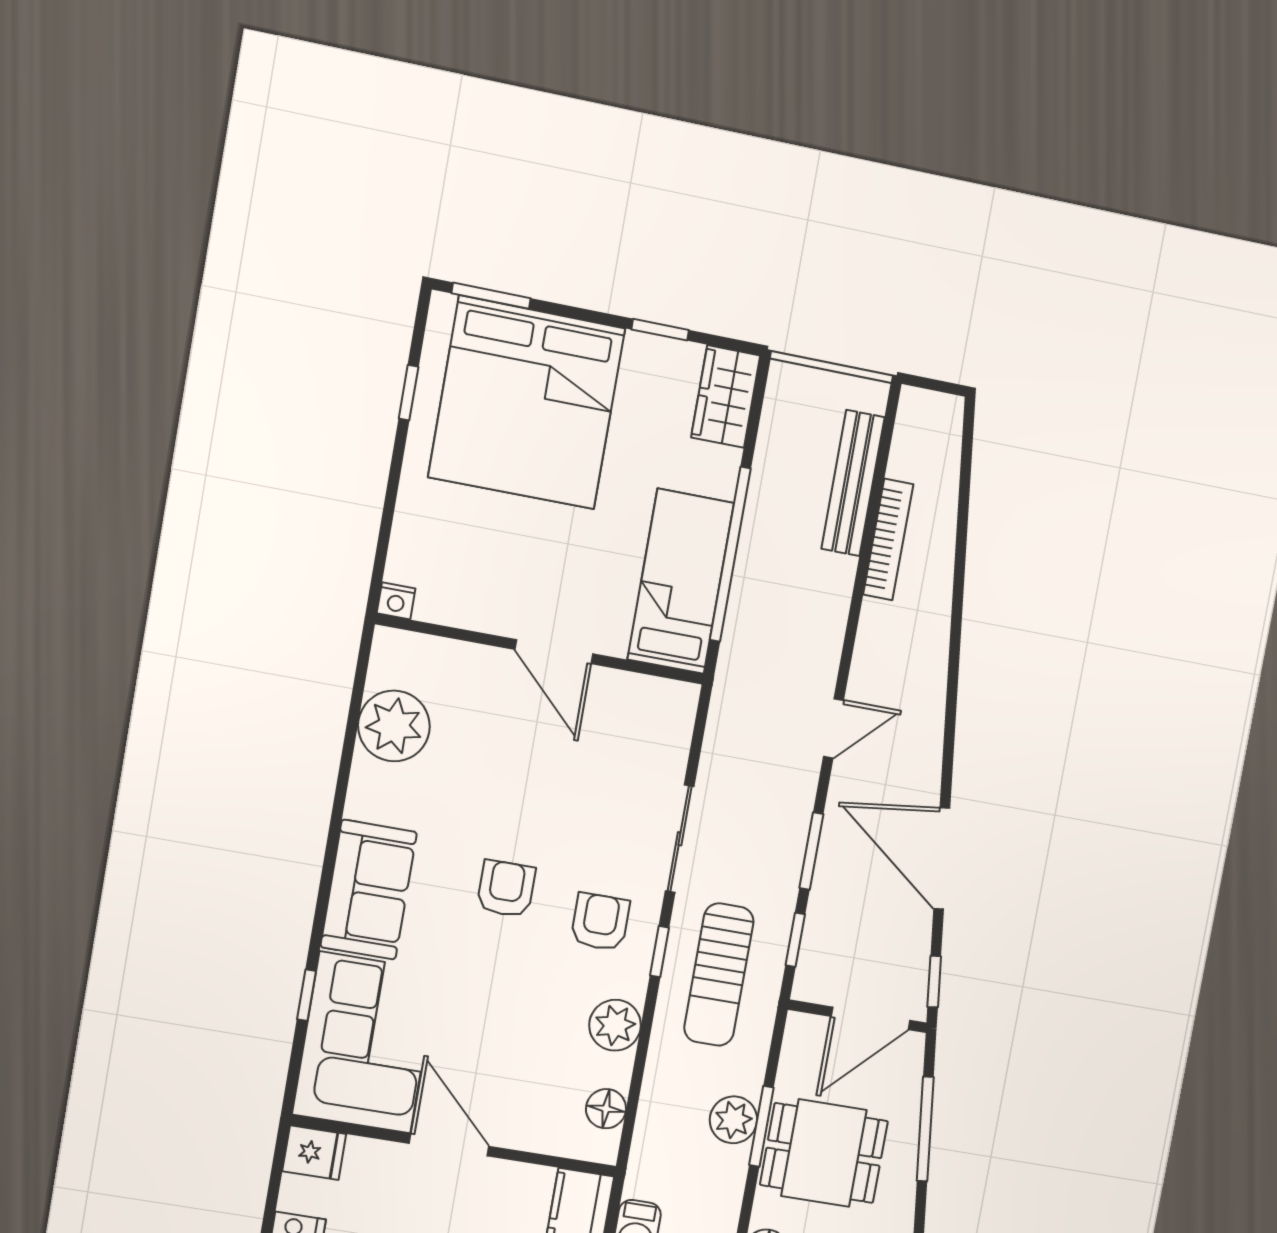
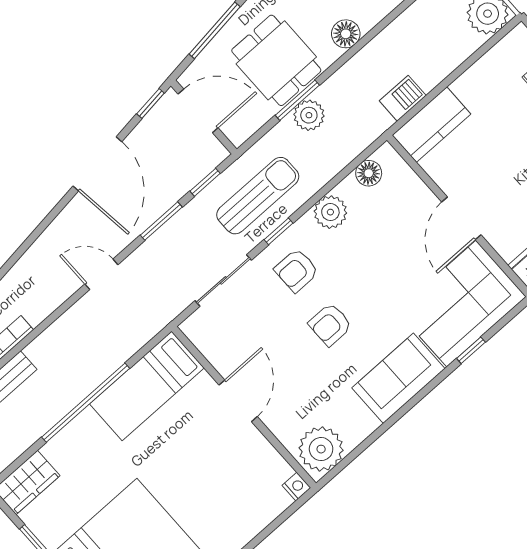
bed: (681, 581) -> (147, 386), moved
nightstand: (396, 601) -> (296, 487), moved
wall: (541, 649) -> (244, 407), moved
door: (554, 652) -> (238, 401), moved

